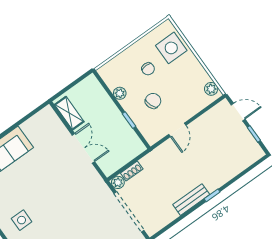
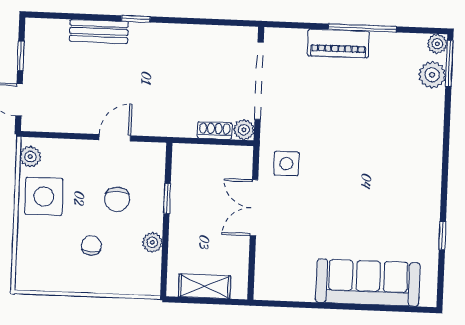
side table: (171, 48) -> (44, 196), moved
chair: (153, 101) -> (117, 199), turned -69
shelving: (69, 113) -> (205, 286), moved, turned 90
bench: (191, 200) -> (99, 31), moved
side table: (22, 220) -> (286, 164), moved

